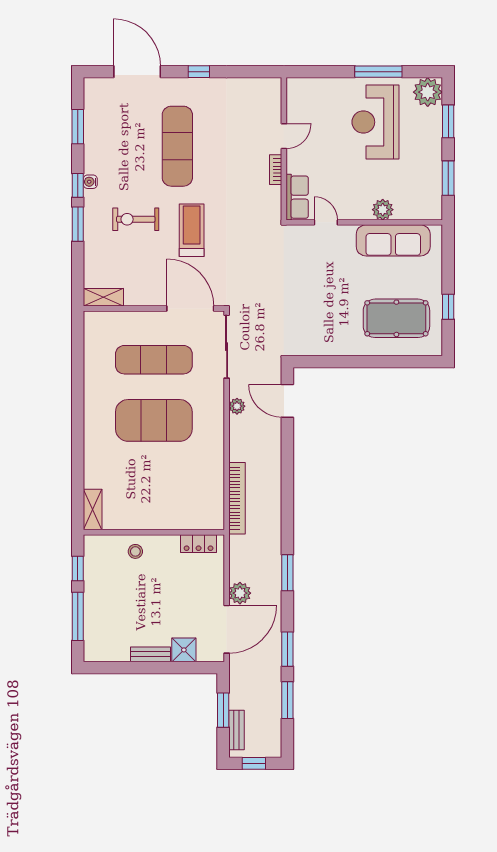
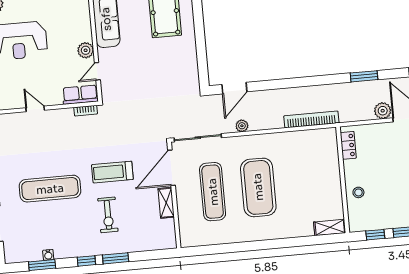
bookcase: (276, 170) -> (86, 111), moved
water cooler: (90, 182) -> (48, 255), moved
plant: (383, 210) -> (86, 50), moved
shelving: (103, 297) -> (166, 203), moved

